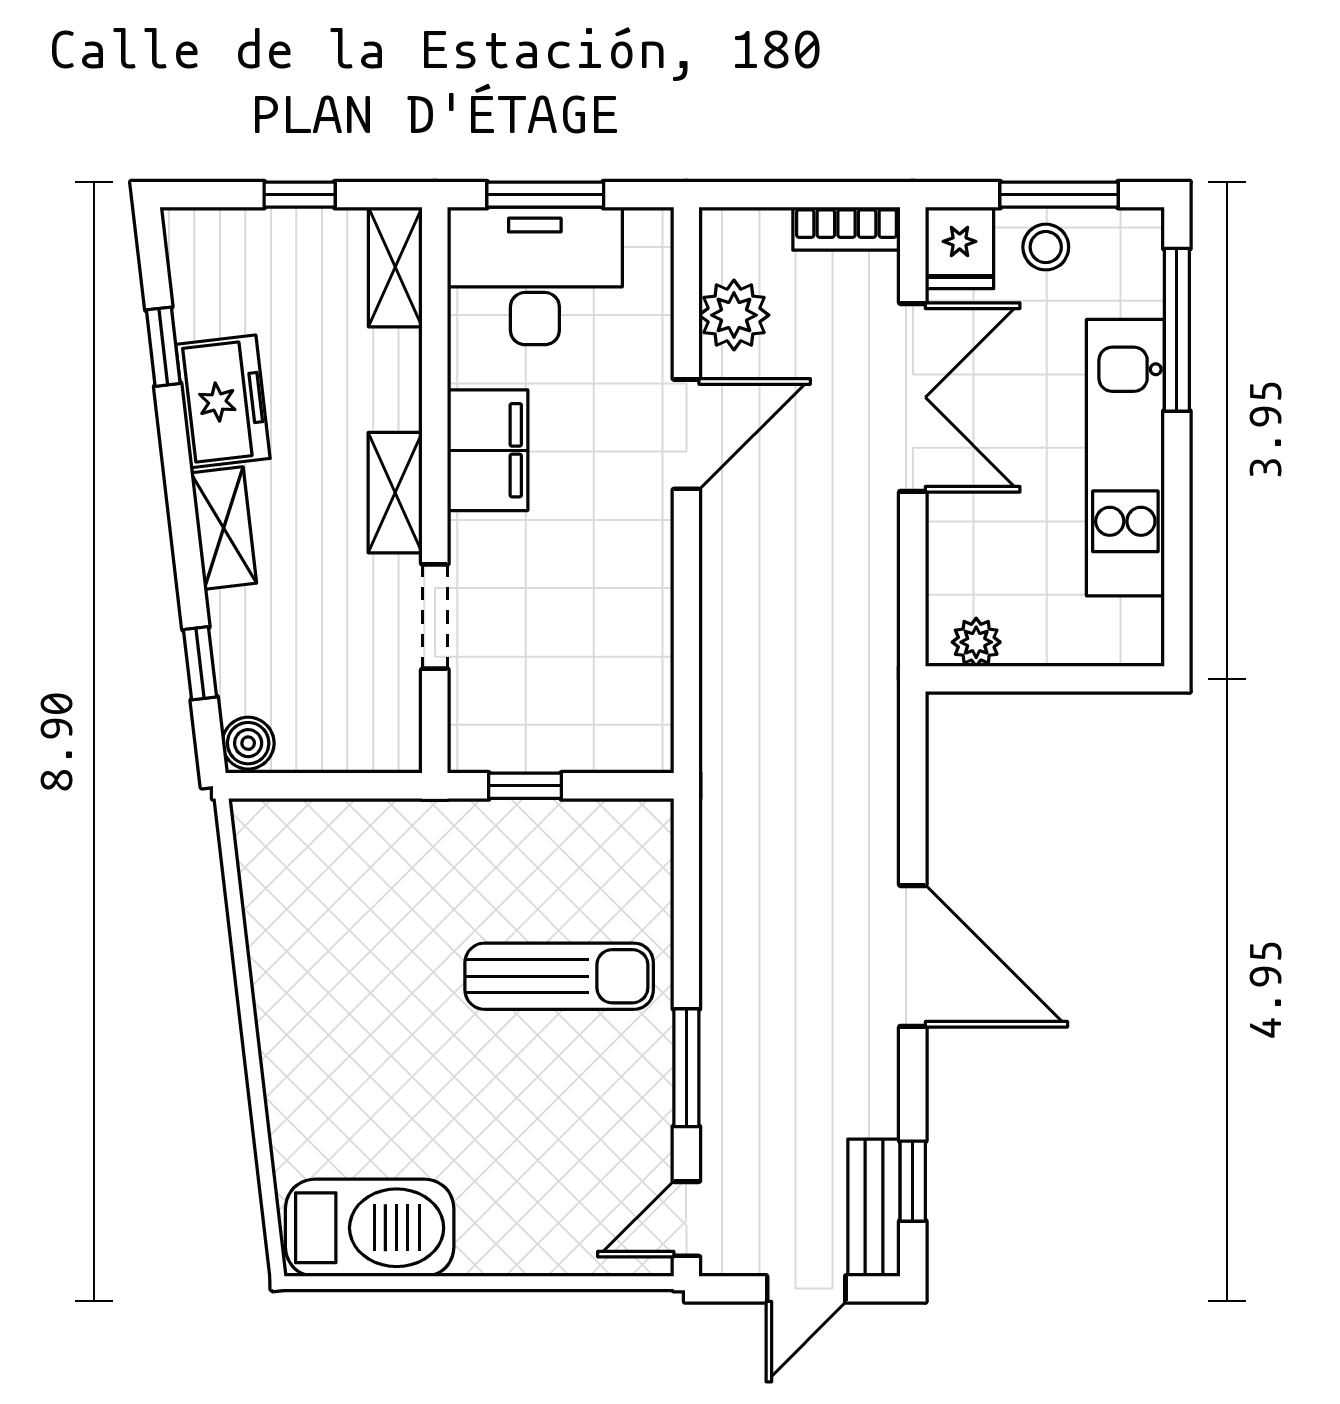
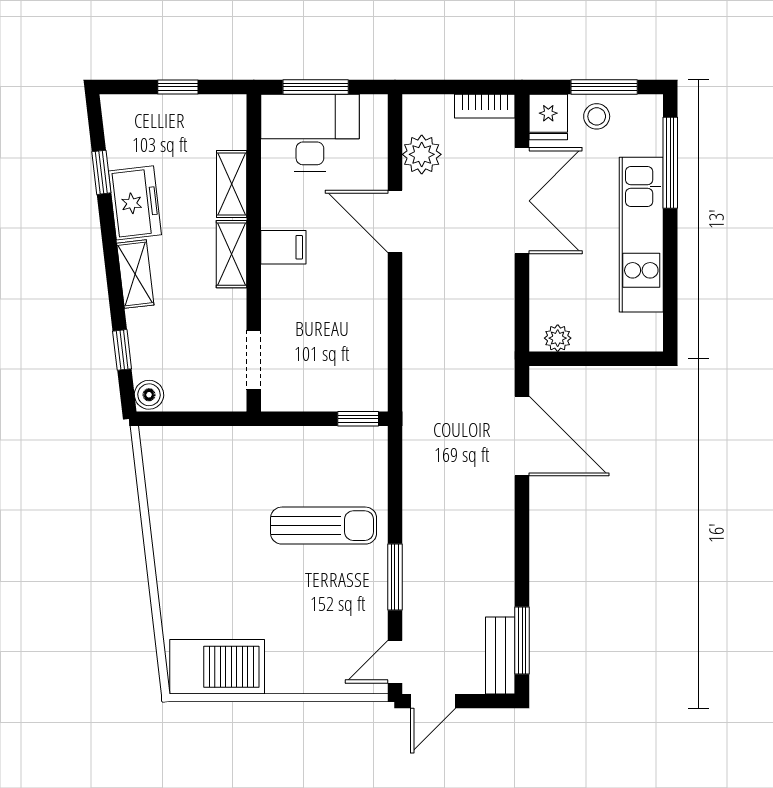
shelving: (395, 267) -> (232, 184), moved
door: (686, 434) -> (395, 221), swing flipped
filing cabinet: (488, 450) -> (283, 247), width x0.50
doorway: (435, 617) -> (254, 360), moved
window: (525, 786) -> (358, 419), moved
door: (913, 956) -> (522, 436), moved
window: (913, 1181) -> (522, 641), width x1.50
door: (806, 1289) -> (433, 701), moved

